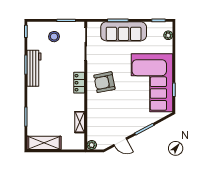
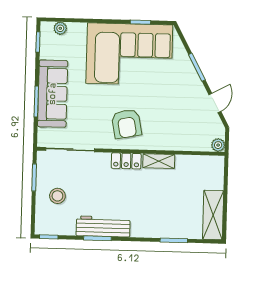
shelving: (80, 122) -> (159, 161), moved

